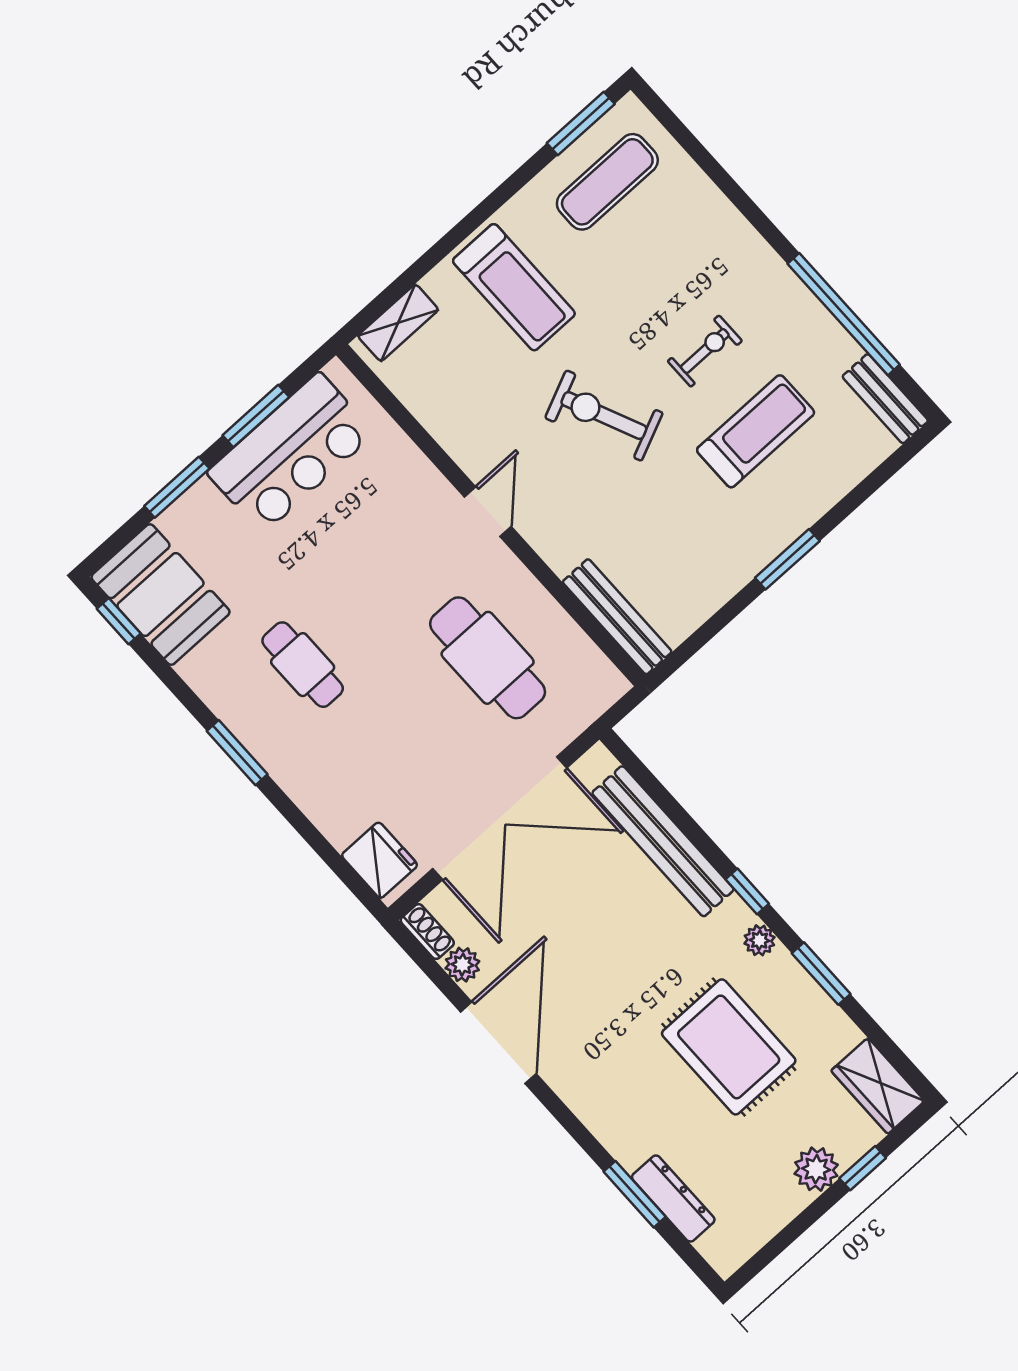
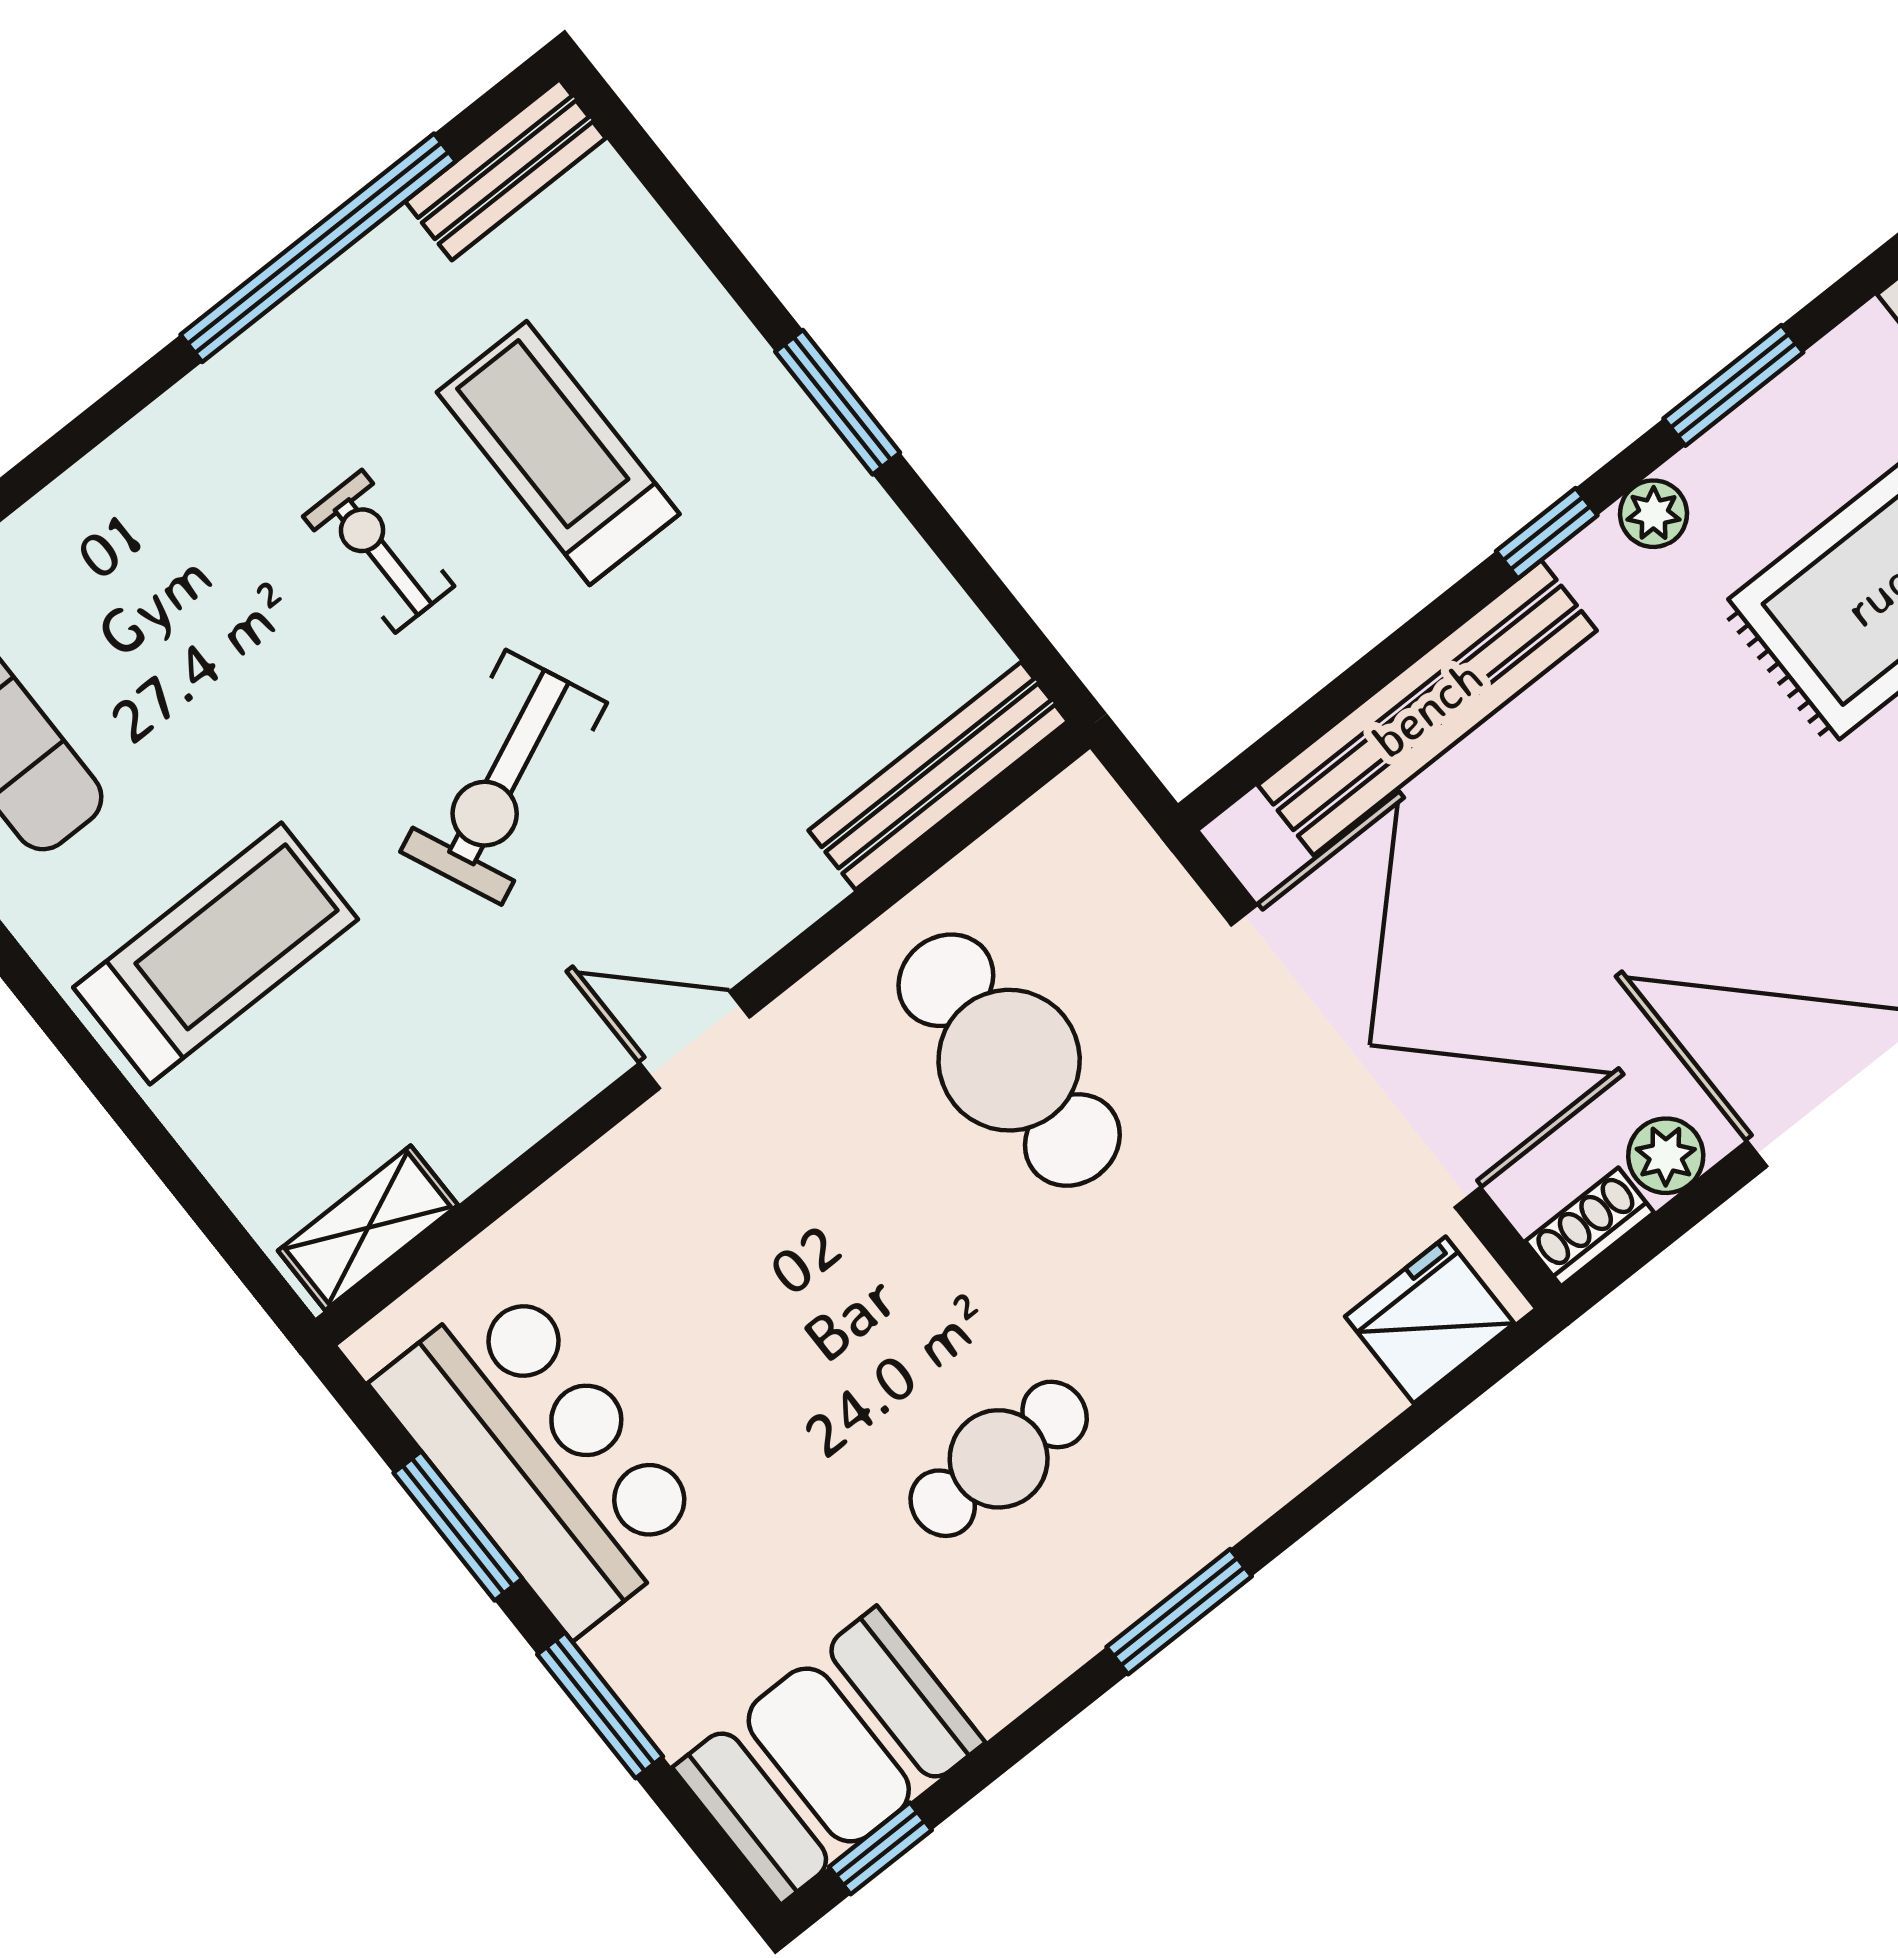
shelving: (398, 323) -> (368, 1228), moved, turned 90
cafe table: (488, 658) -> (1009, 1060), turned 90

